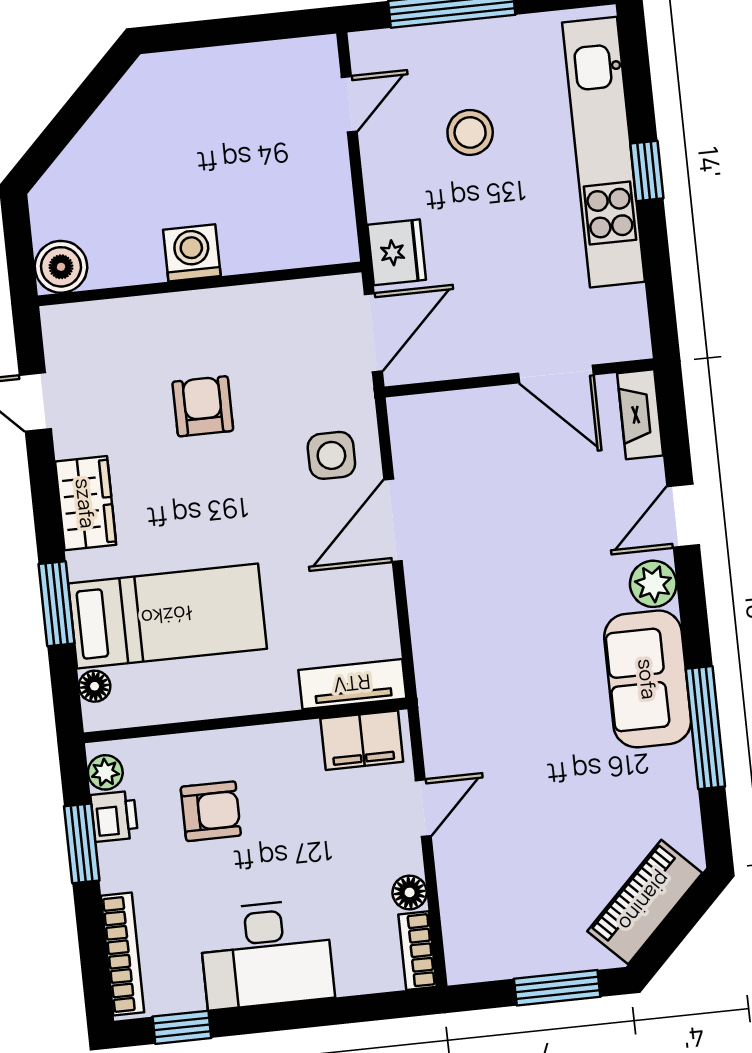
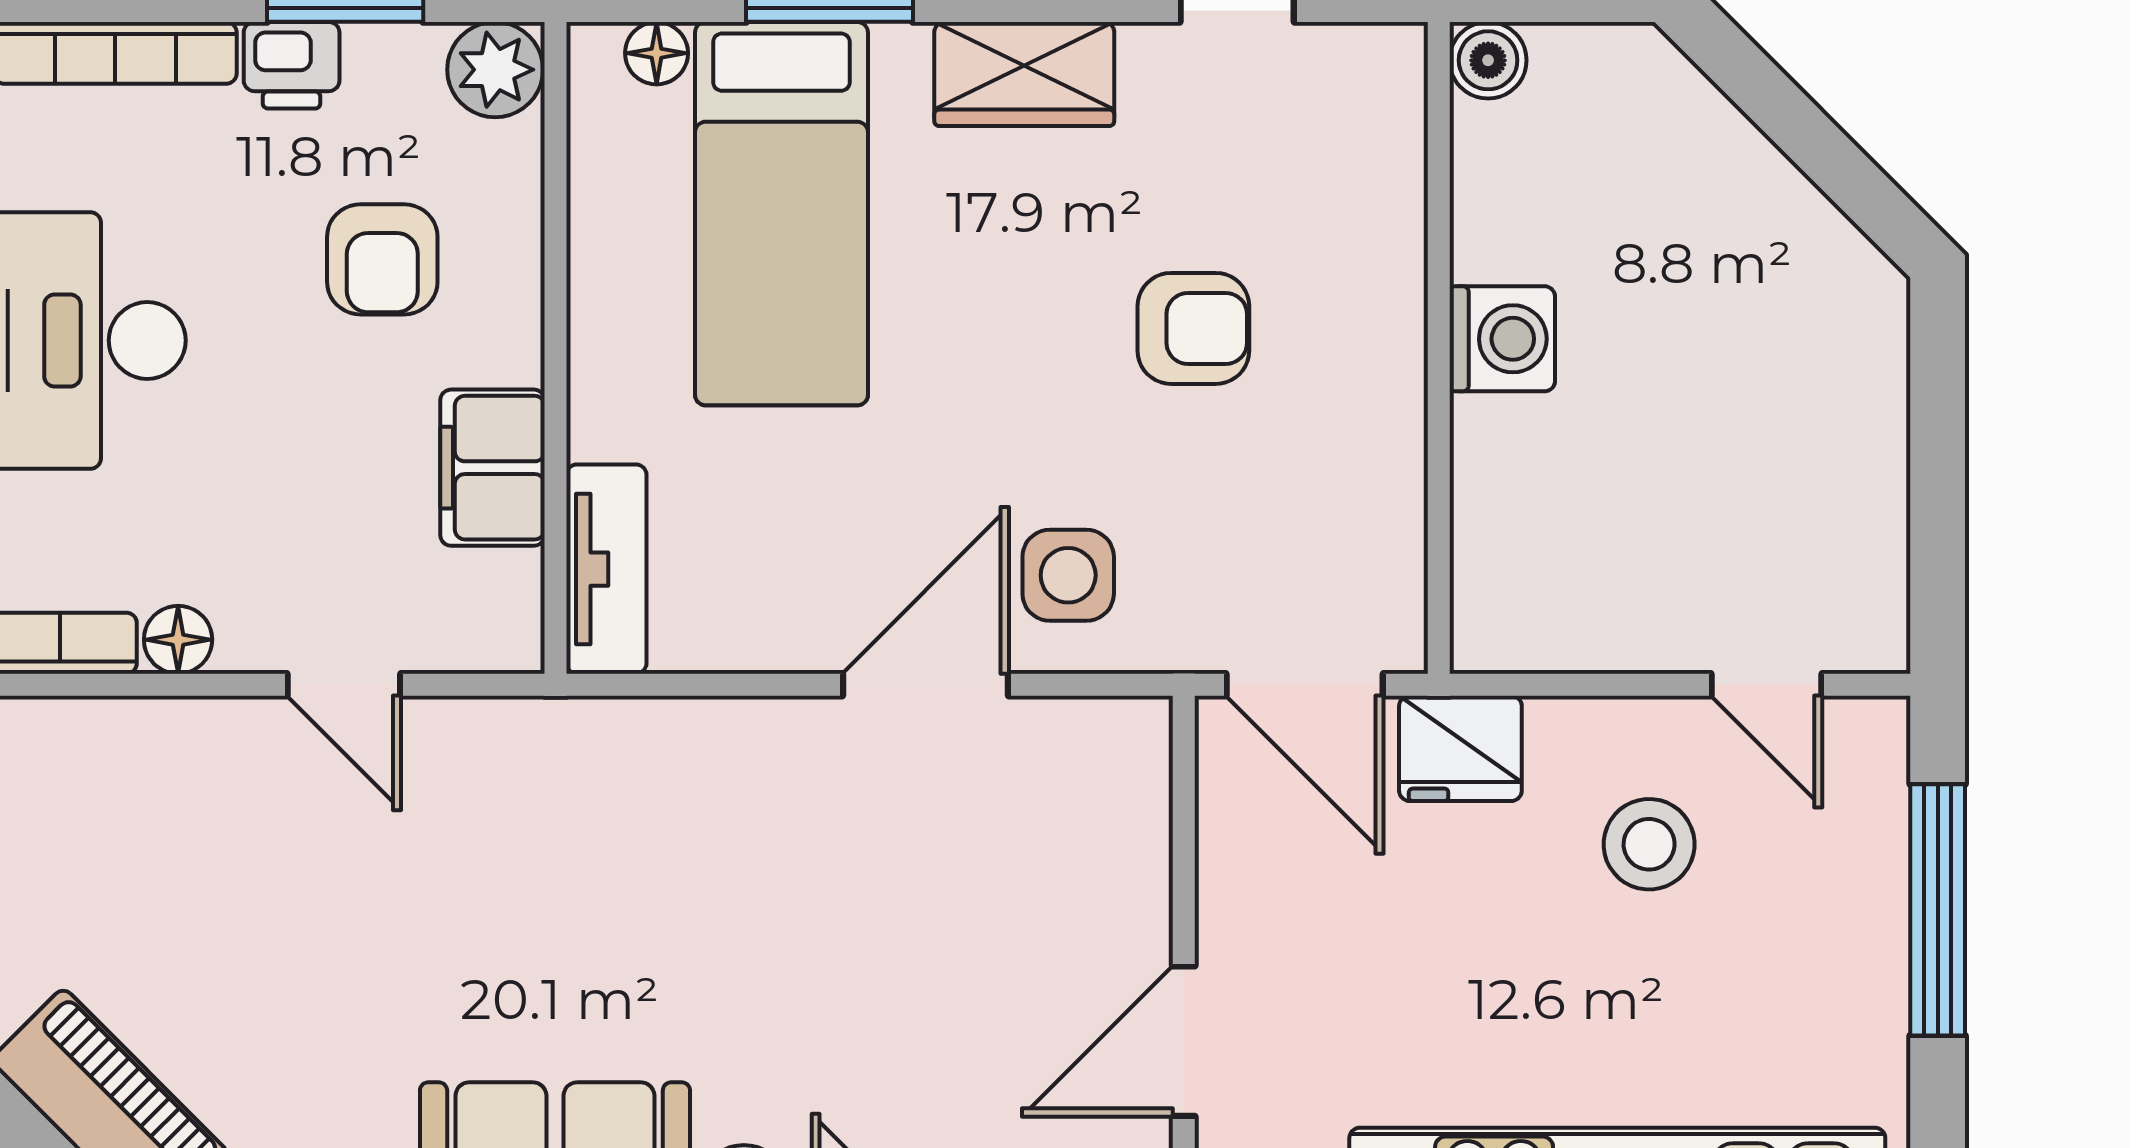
stool: (470, 132) -> (1649, 844), moved
boiler: (61, 267) -> (1488, 60), width x0.73, depth x0.73
door: (393, 520) -> (925, 685), hinge flipped
filing cabinet: (362, 740) -> (492, 468), moved
plant: (105, 772) -> (495, 70), width x1.38, depth x1.38
printer: (114, 816) -> (292, 65), moved

